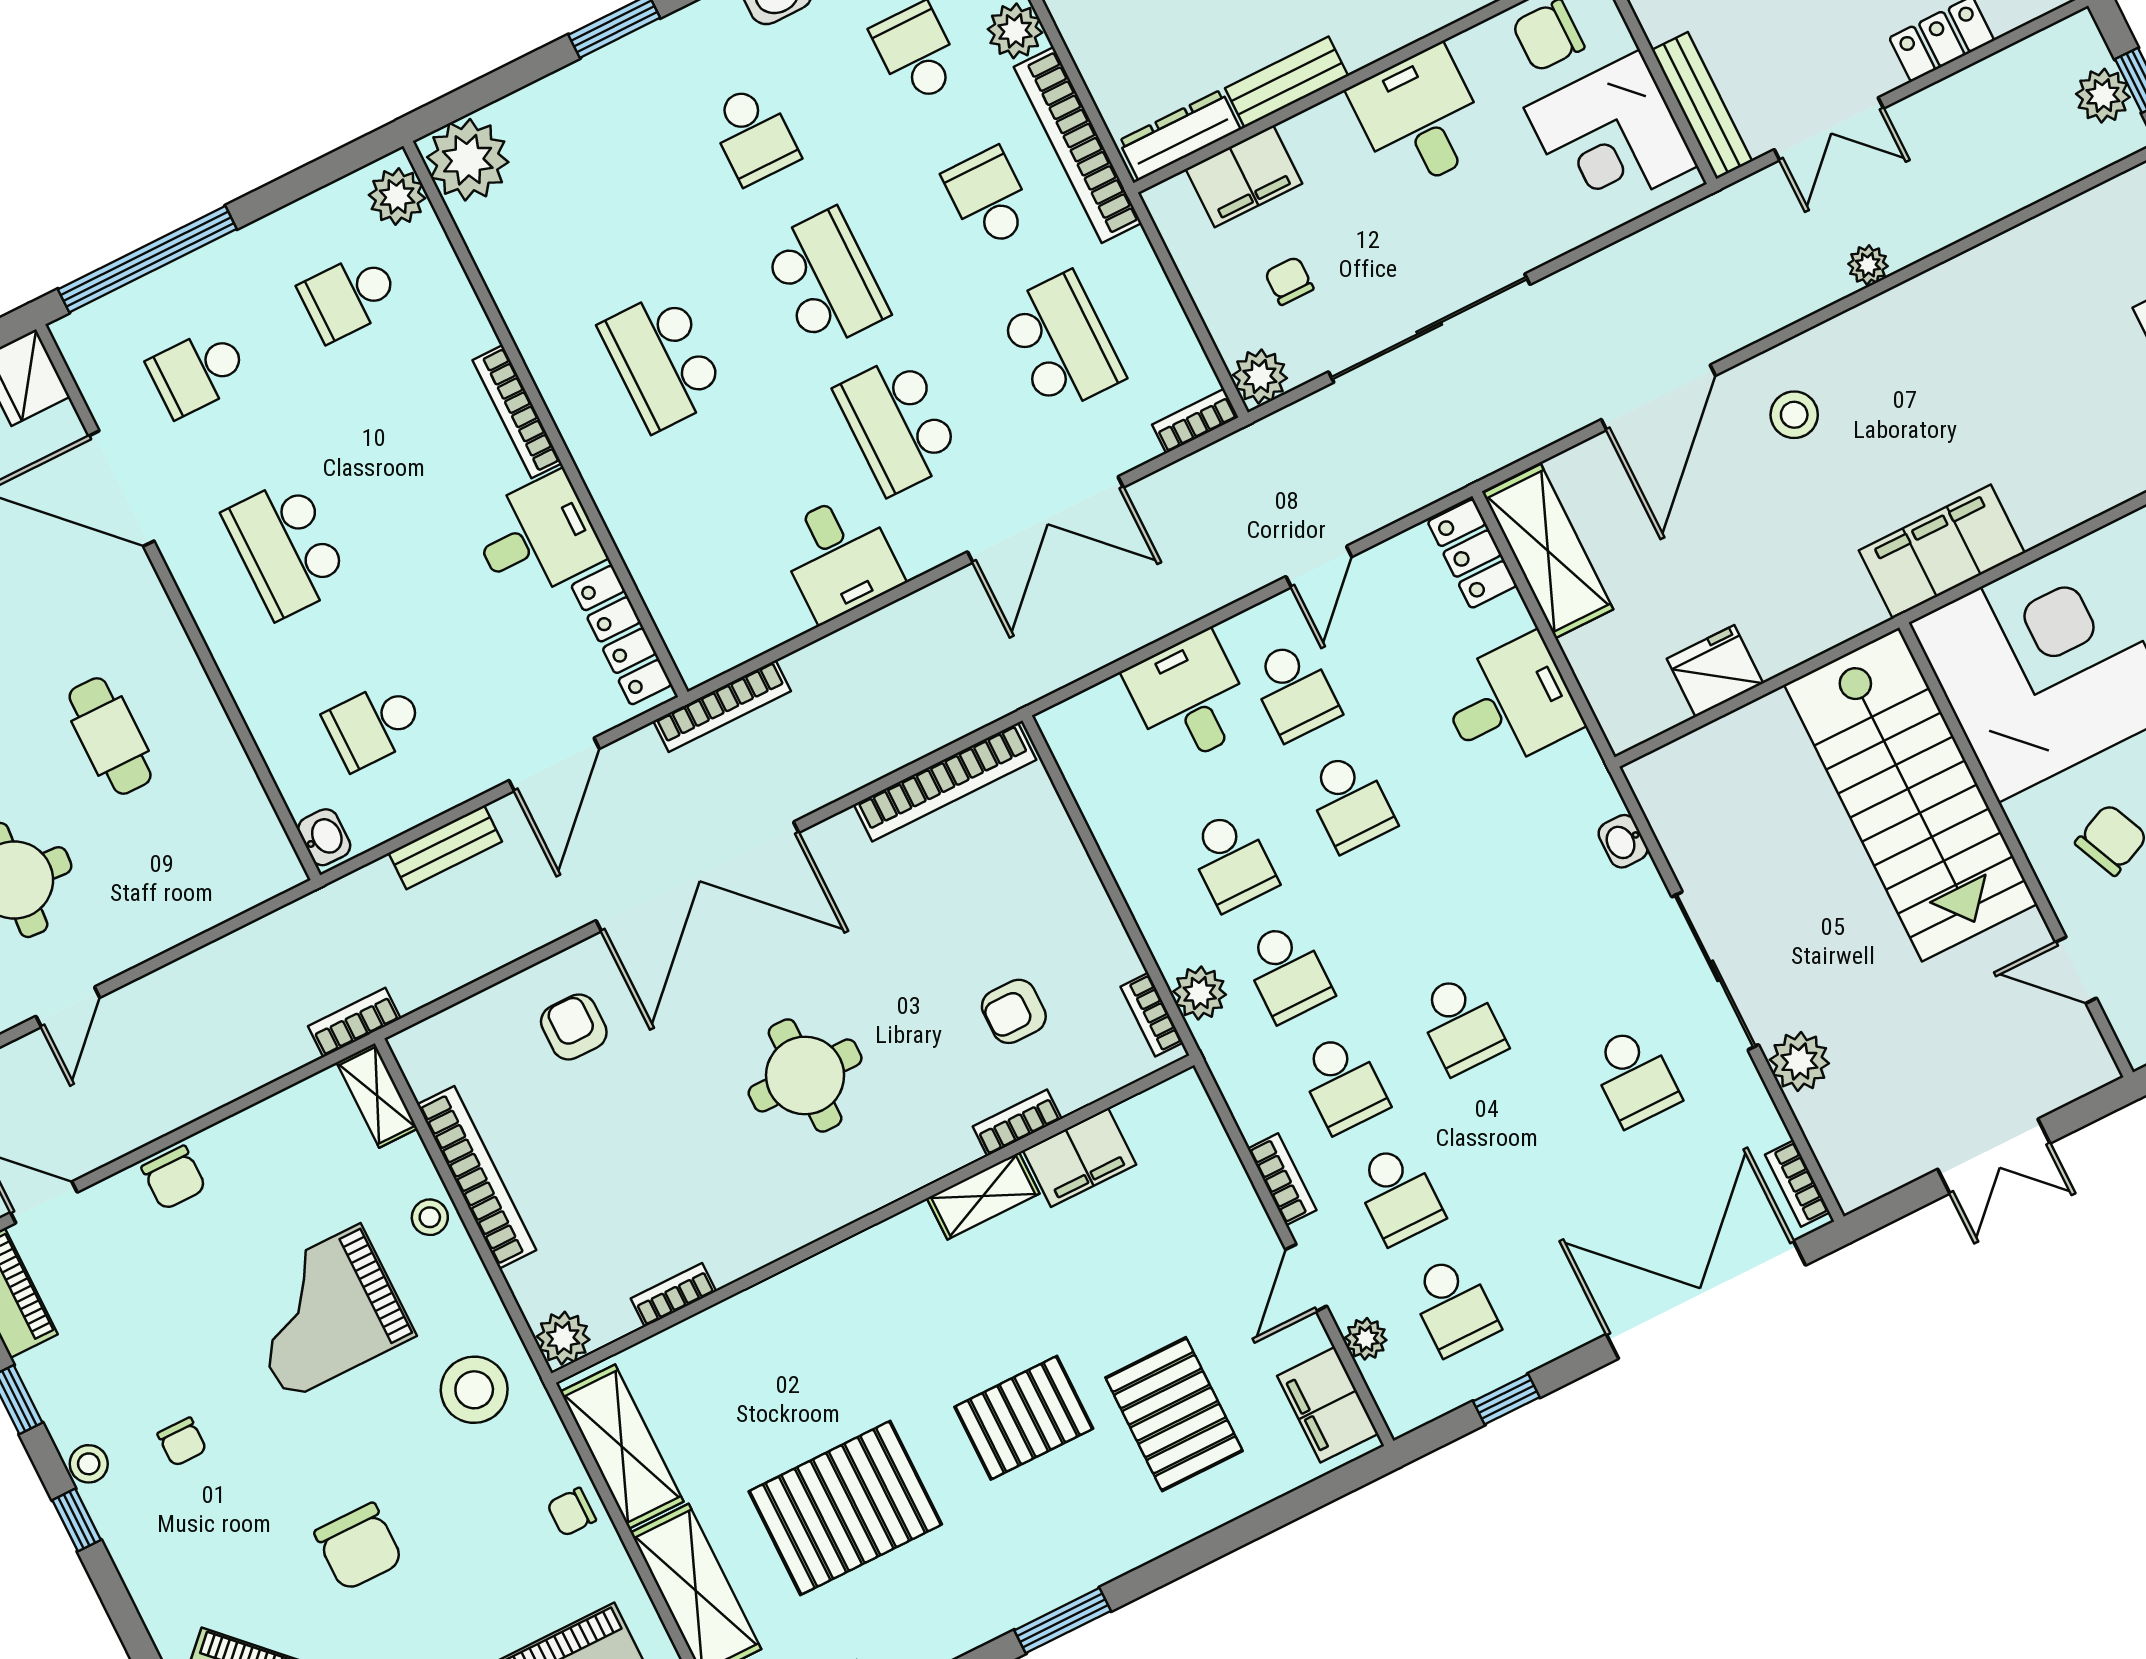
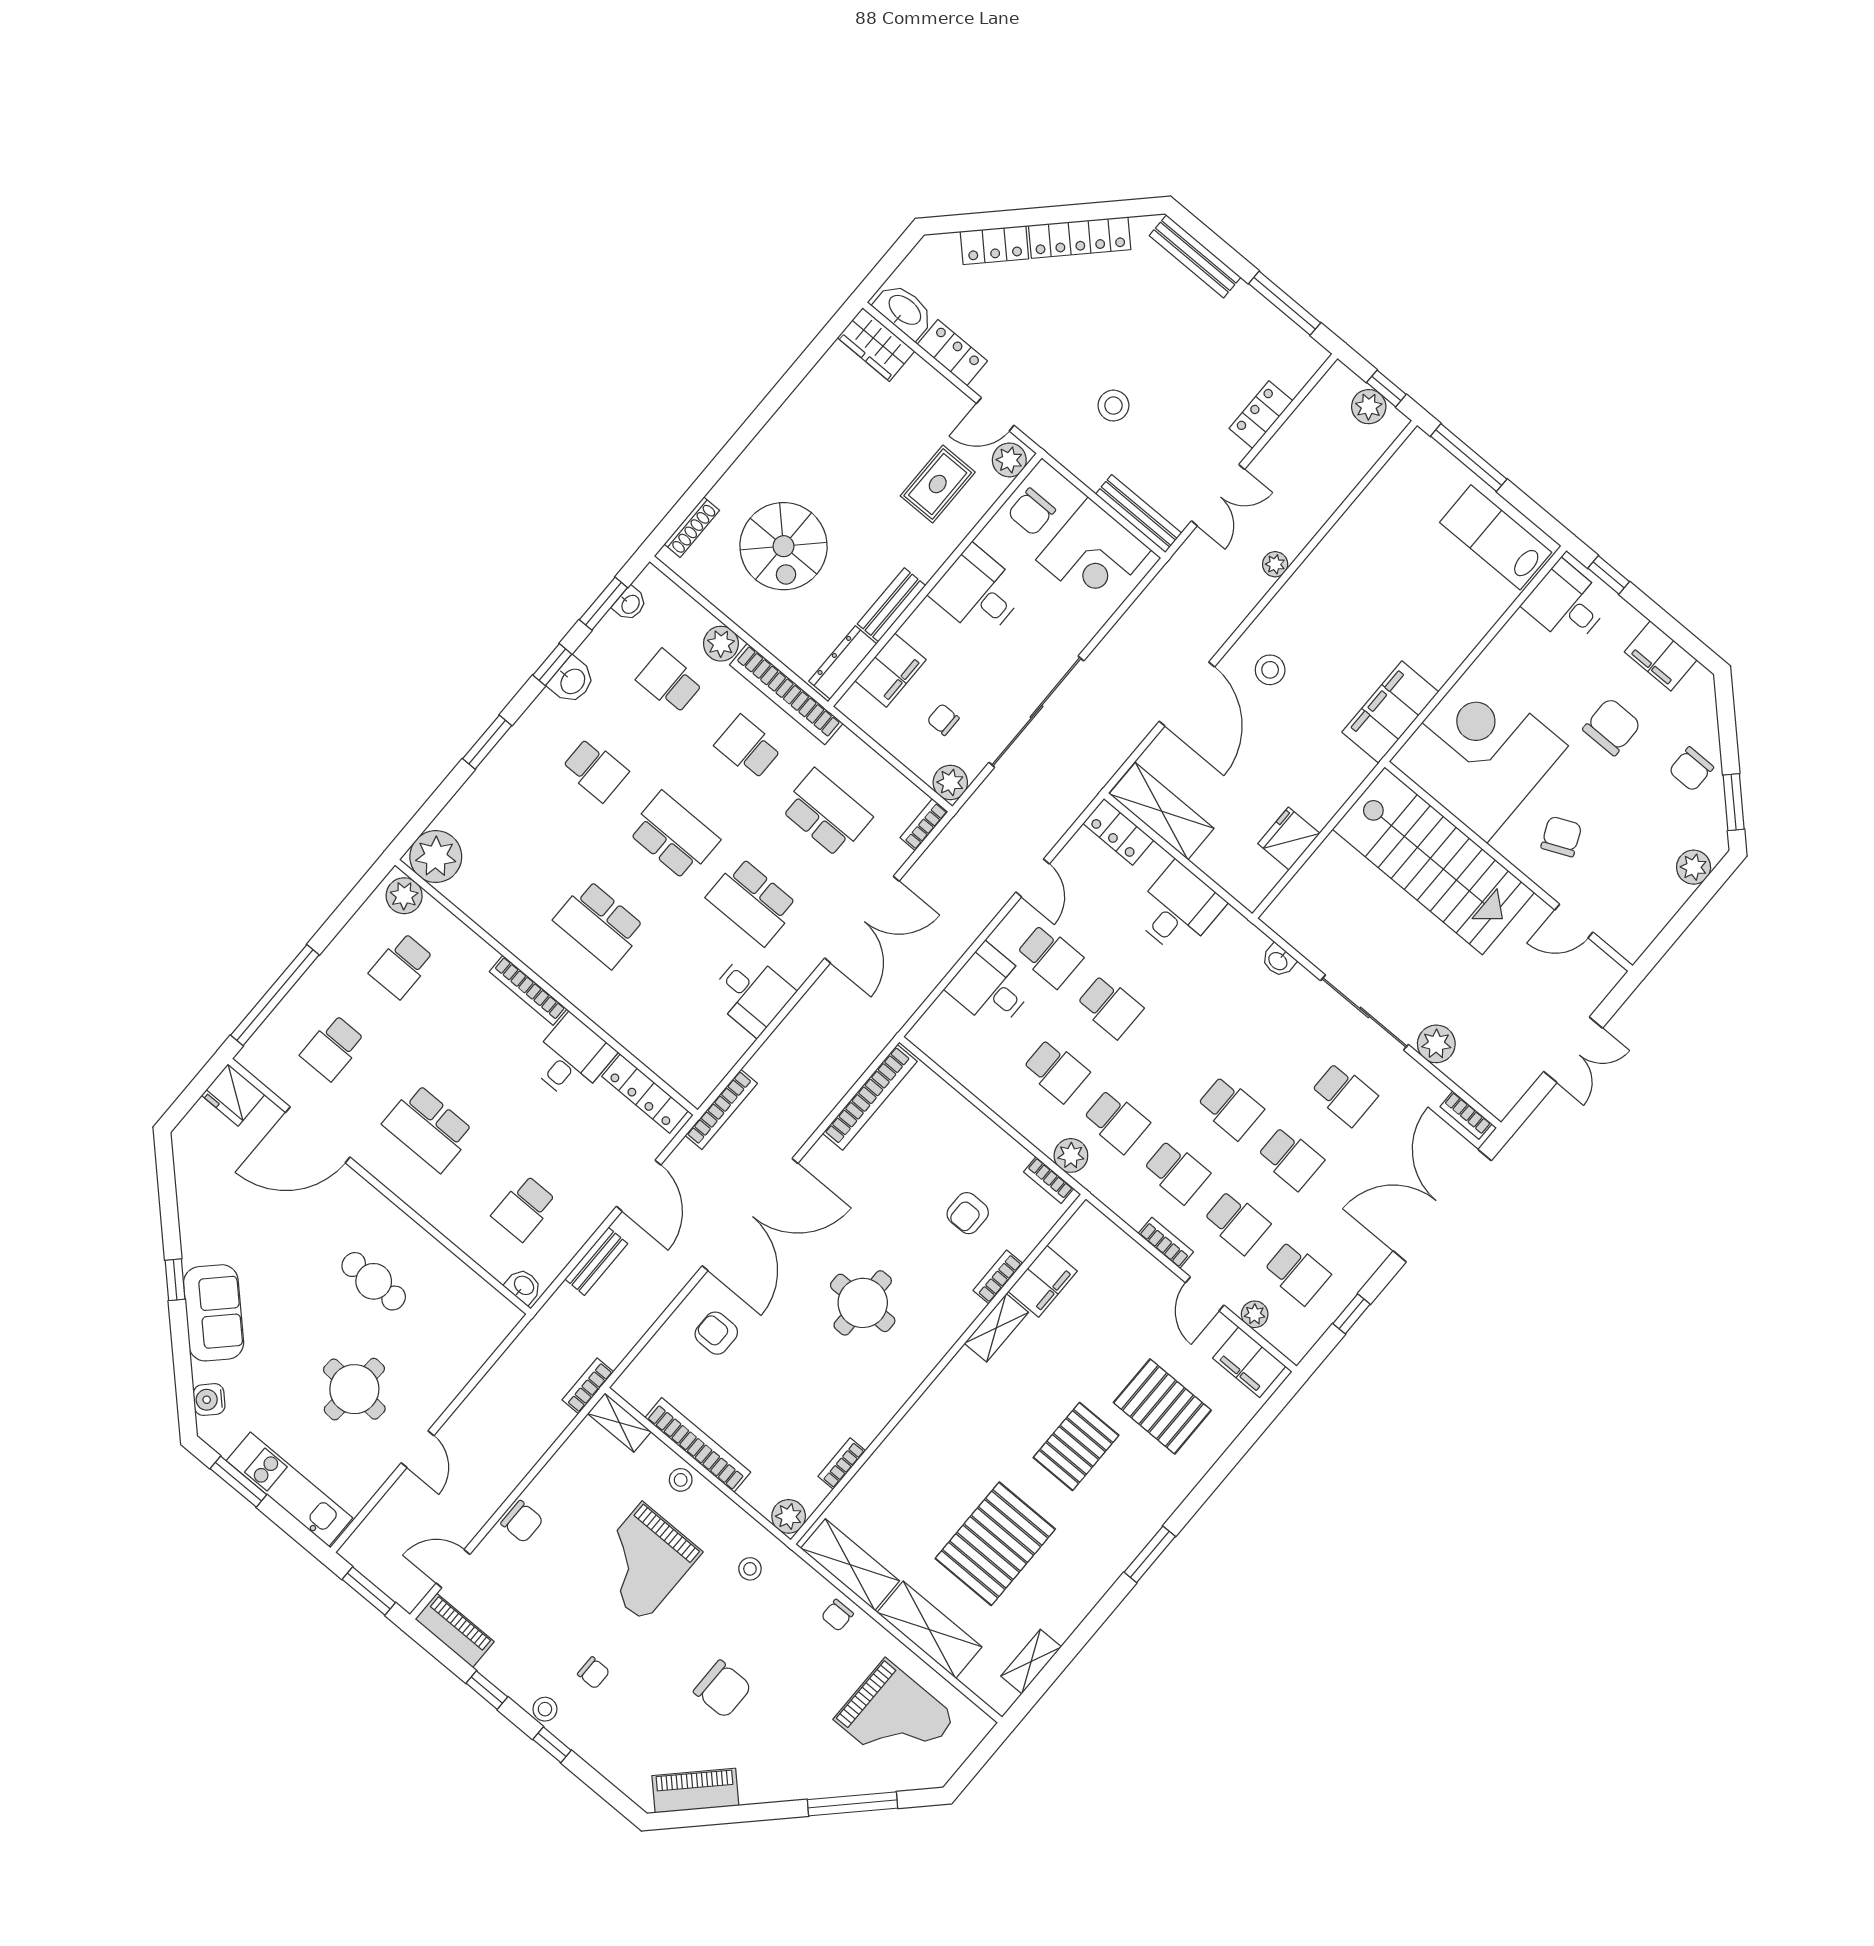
school desk: (1516, 1135) -> (1291, 1158), added
stool: (474, 1390) -> (750, 1569), width x0.53, depth x0.53

